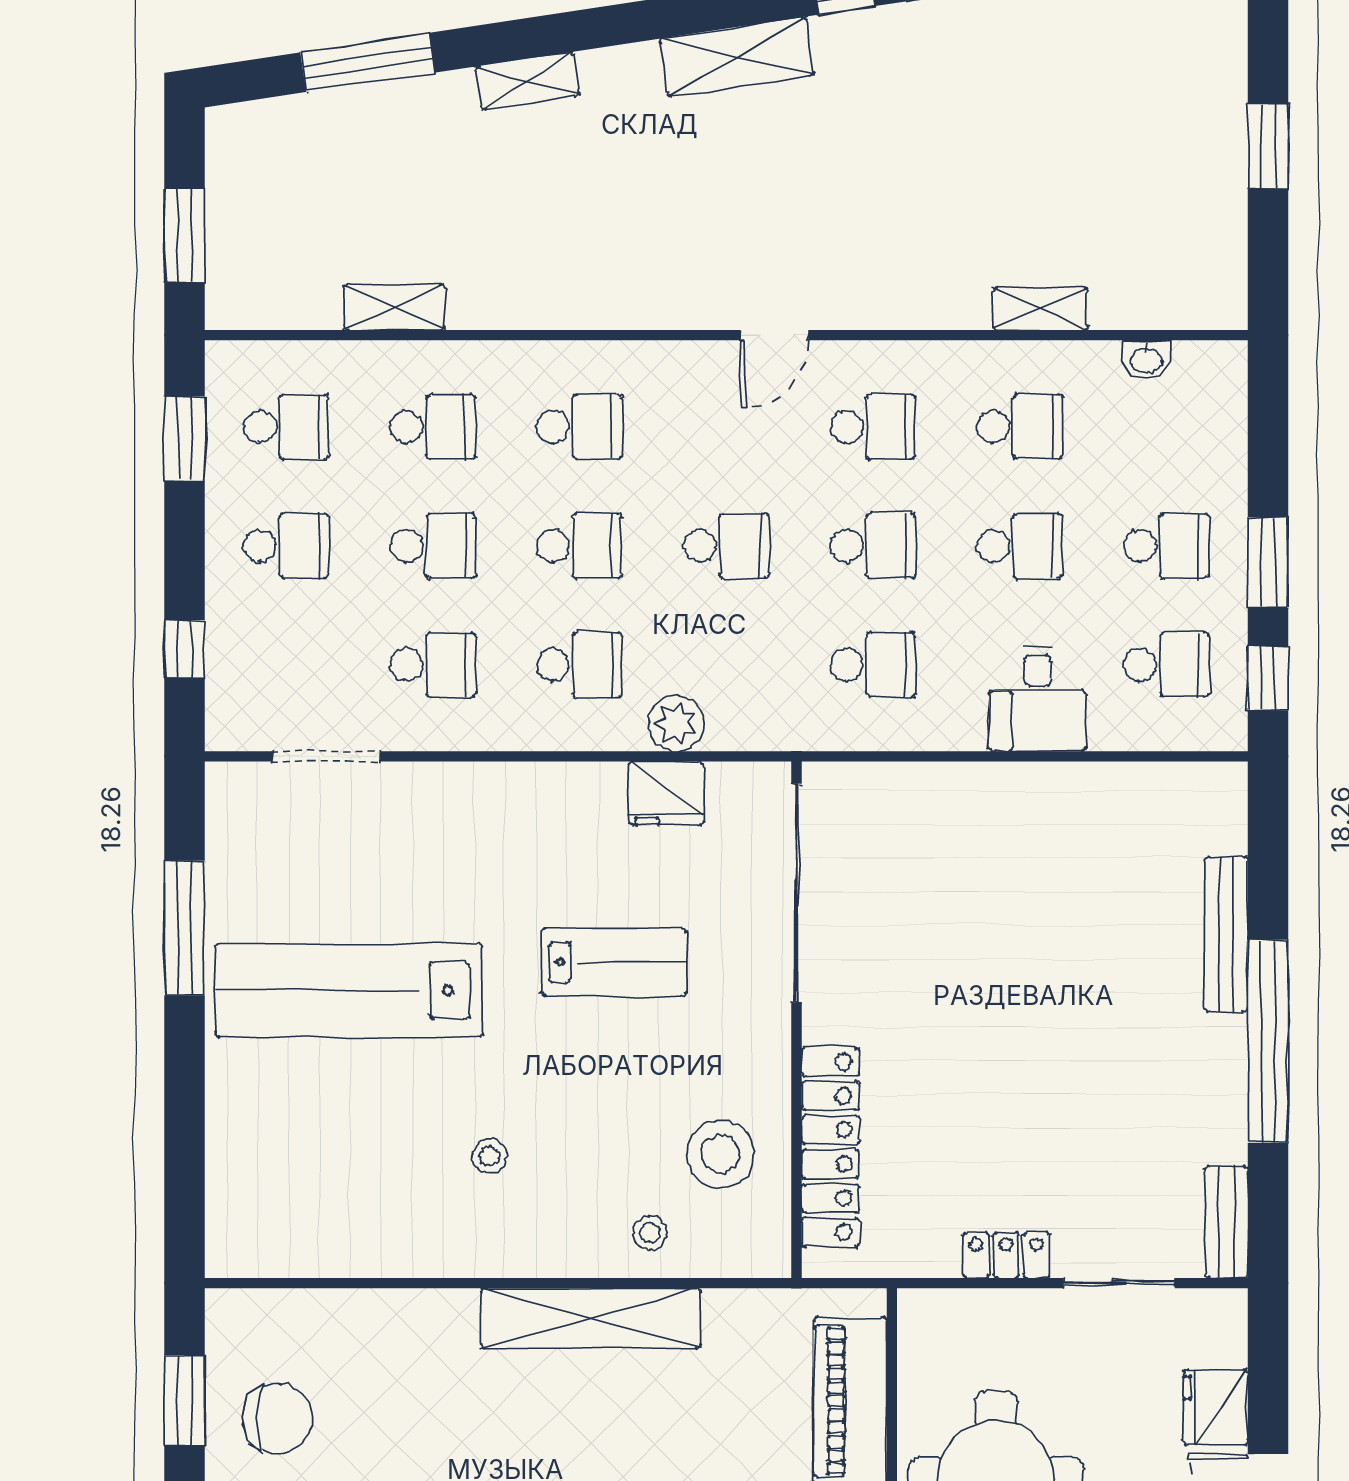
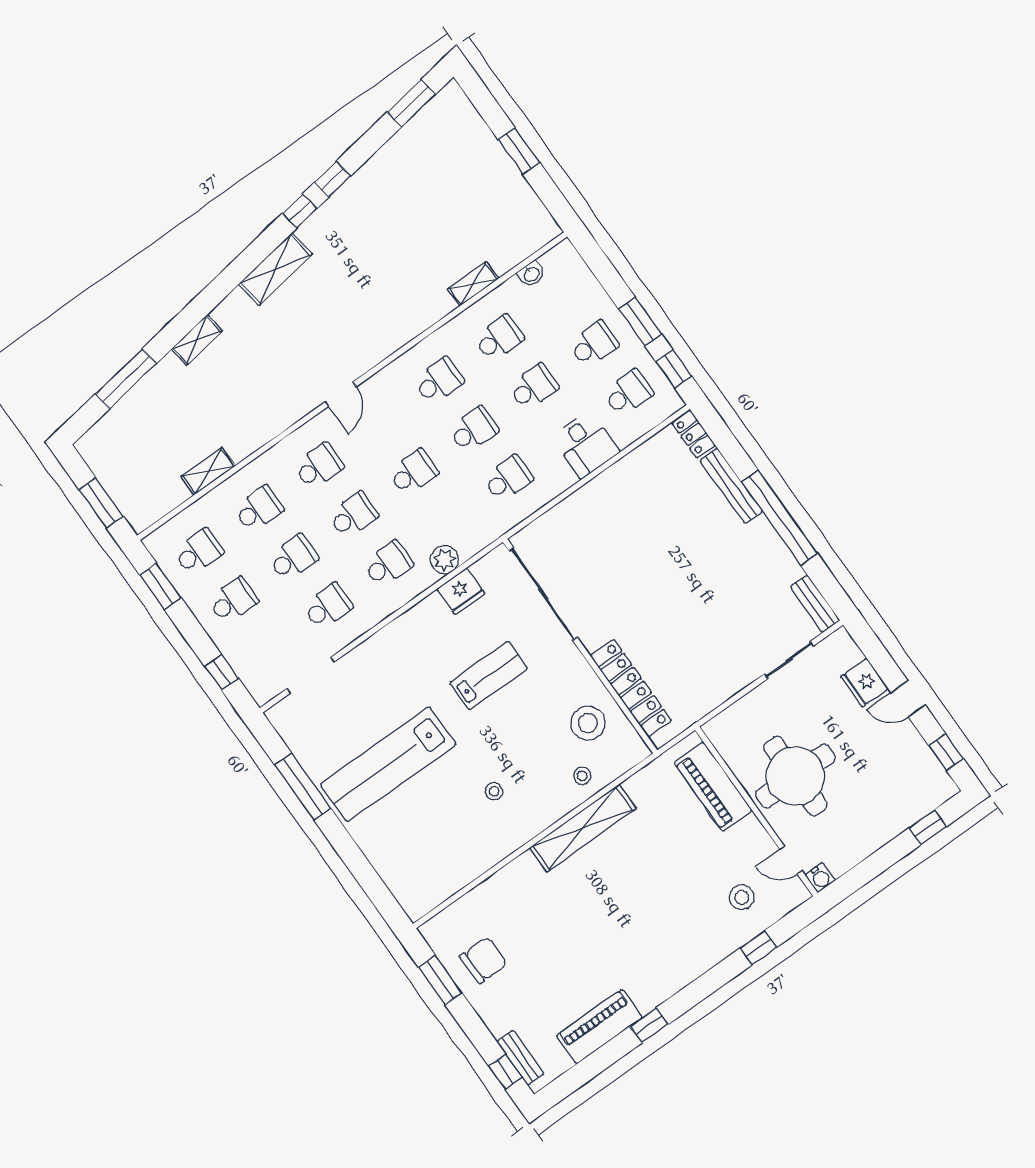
door: (774, 335) -> (341, 394), moved
locker: (1006, 1255) -> (694, 434), moved, turned -90

